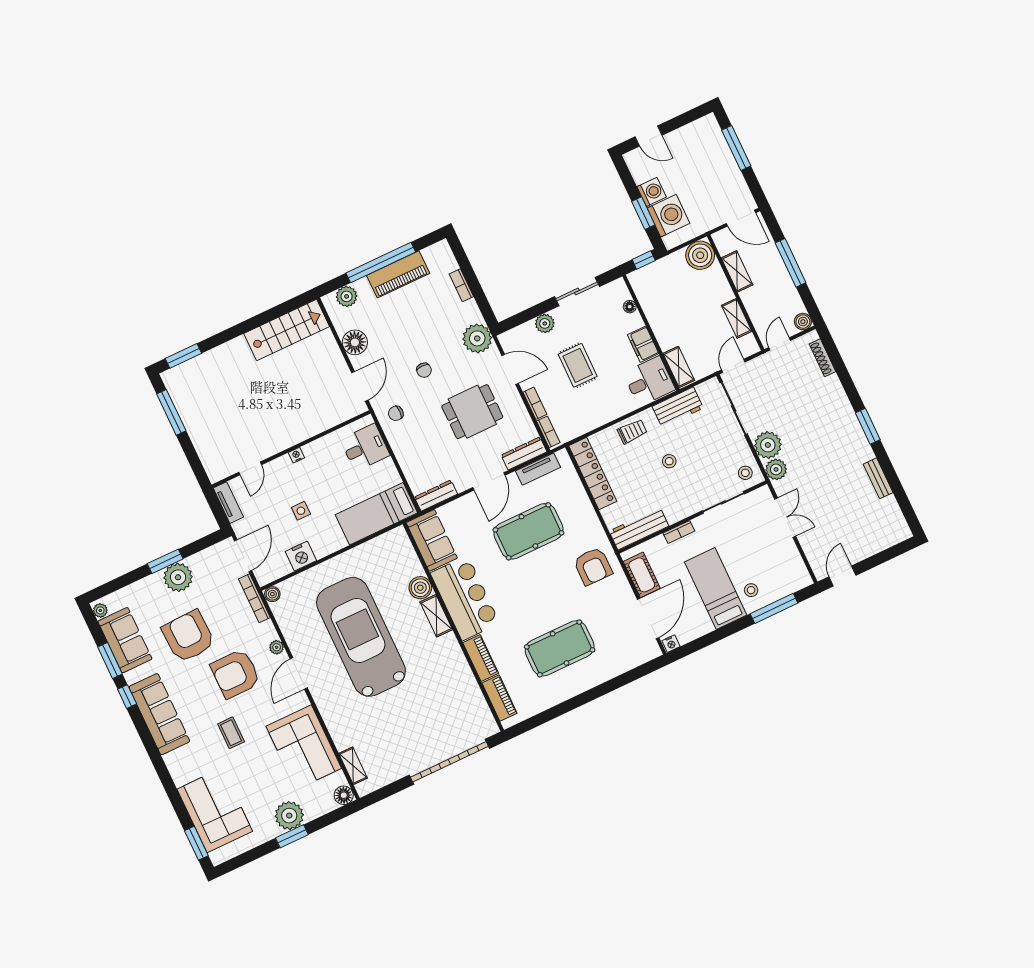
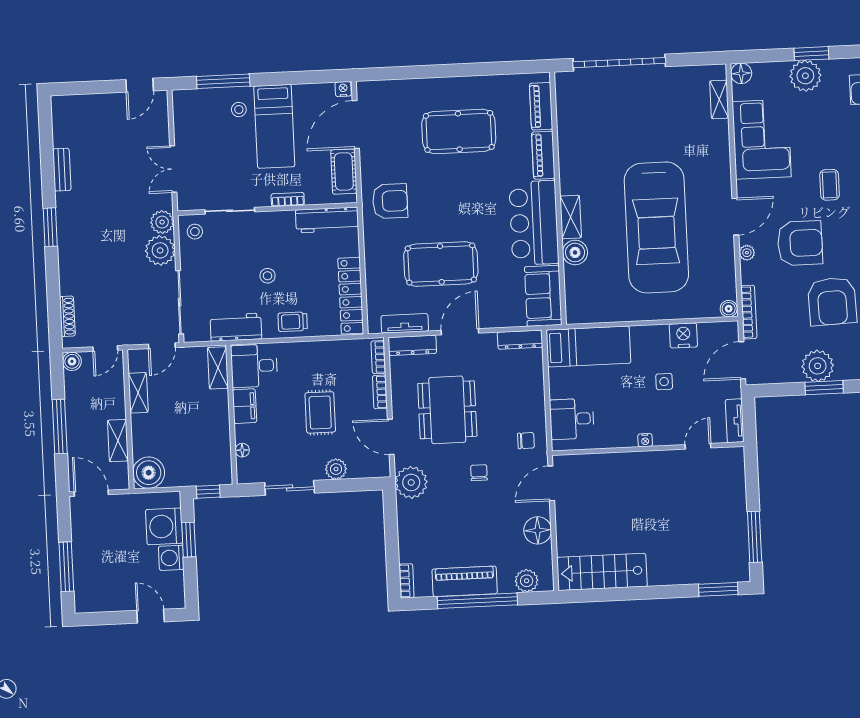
bookcase: (461, 285) -> (406, 581), moved
dining table: (472, 412) -> (447, 410), width x1.38
armchair: (593, 566) -> (390, 201), turned 90

